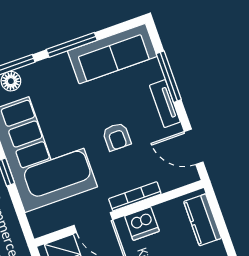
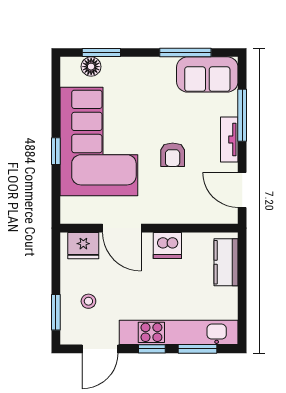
window: (72, 45) -> (185, 53), moved
sofa: (112, 54) -> (207, 74), width x0.73
bookcase: (135, 196) -> (170, 217), removed

